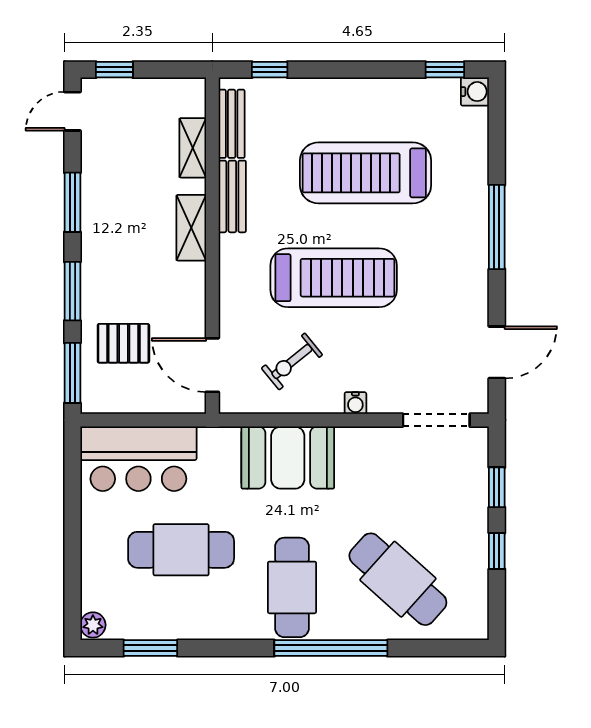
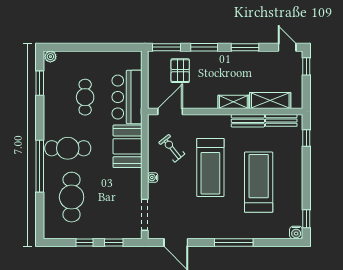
shelving: (193, 148) -> (270, 100), width x1.50, depth x1.33
bar counter: (138, 459) -> (127, 97), moved
cafe table: (181, 550) -> (85, 97), width x0.73, depth x0.74
cafe table: (398, 579) -> (72, 197), turned -42

